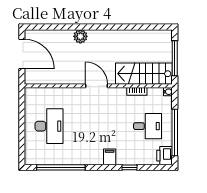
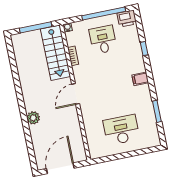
filing cabinet: (110, 157) -> (140, 79), moved
window: (61, 167) -> (157, 111), width x0.47

